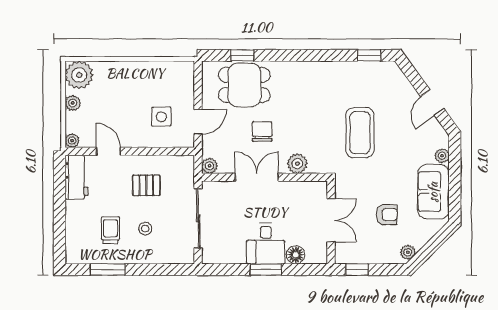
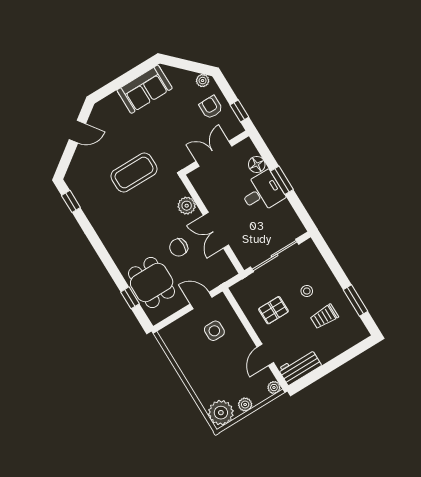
plant: (442, 156) -> (113, 99), removed
plant: (210, 166) -> (229, 271), removed
pallet: (146, 185) -> (273, 310), turned 90
armchair: (387, 215) -> (211, 107), moved

